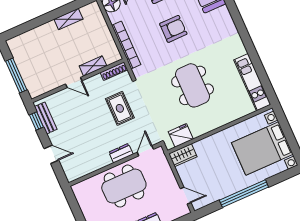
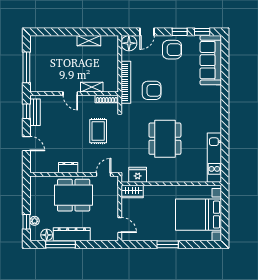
armchair: (173, 29) -> (152, 90), moved
dresser: (121, 153) -> (68, 168), moved
window: (244, 194) -> (168, 244), width x0.47

